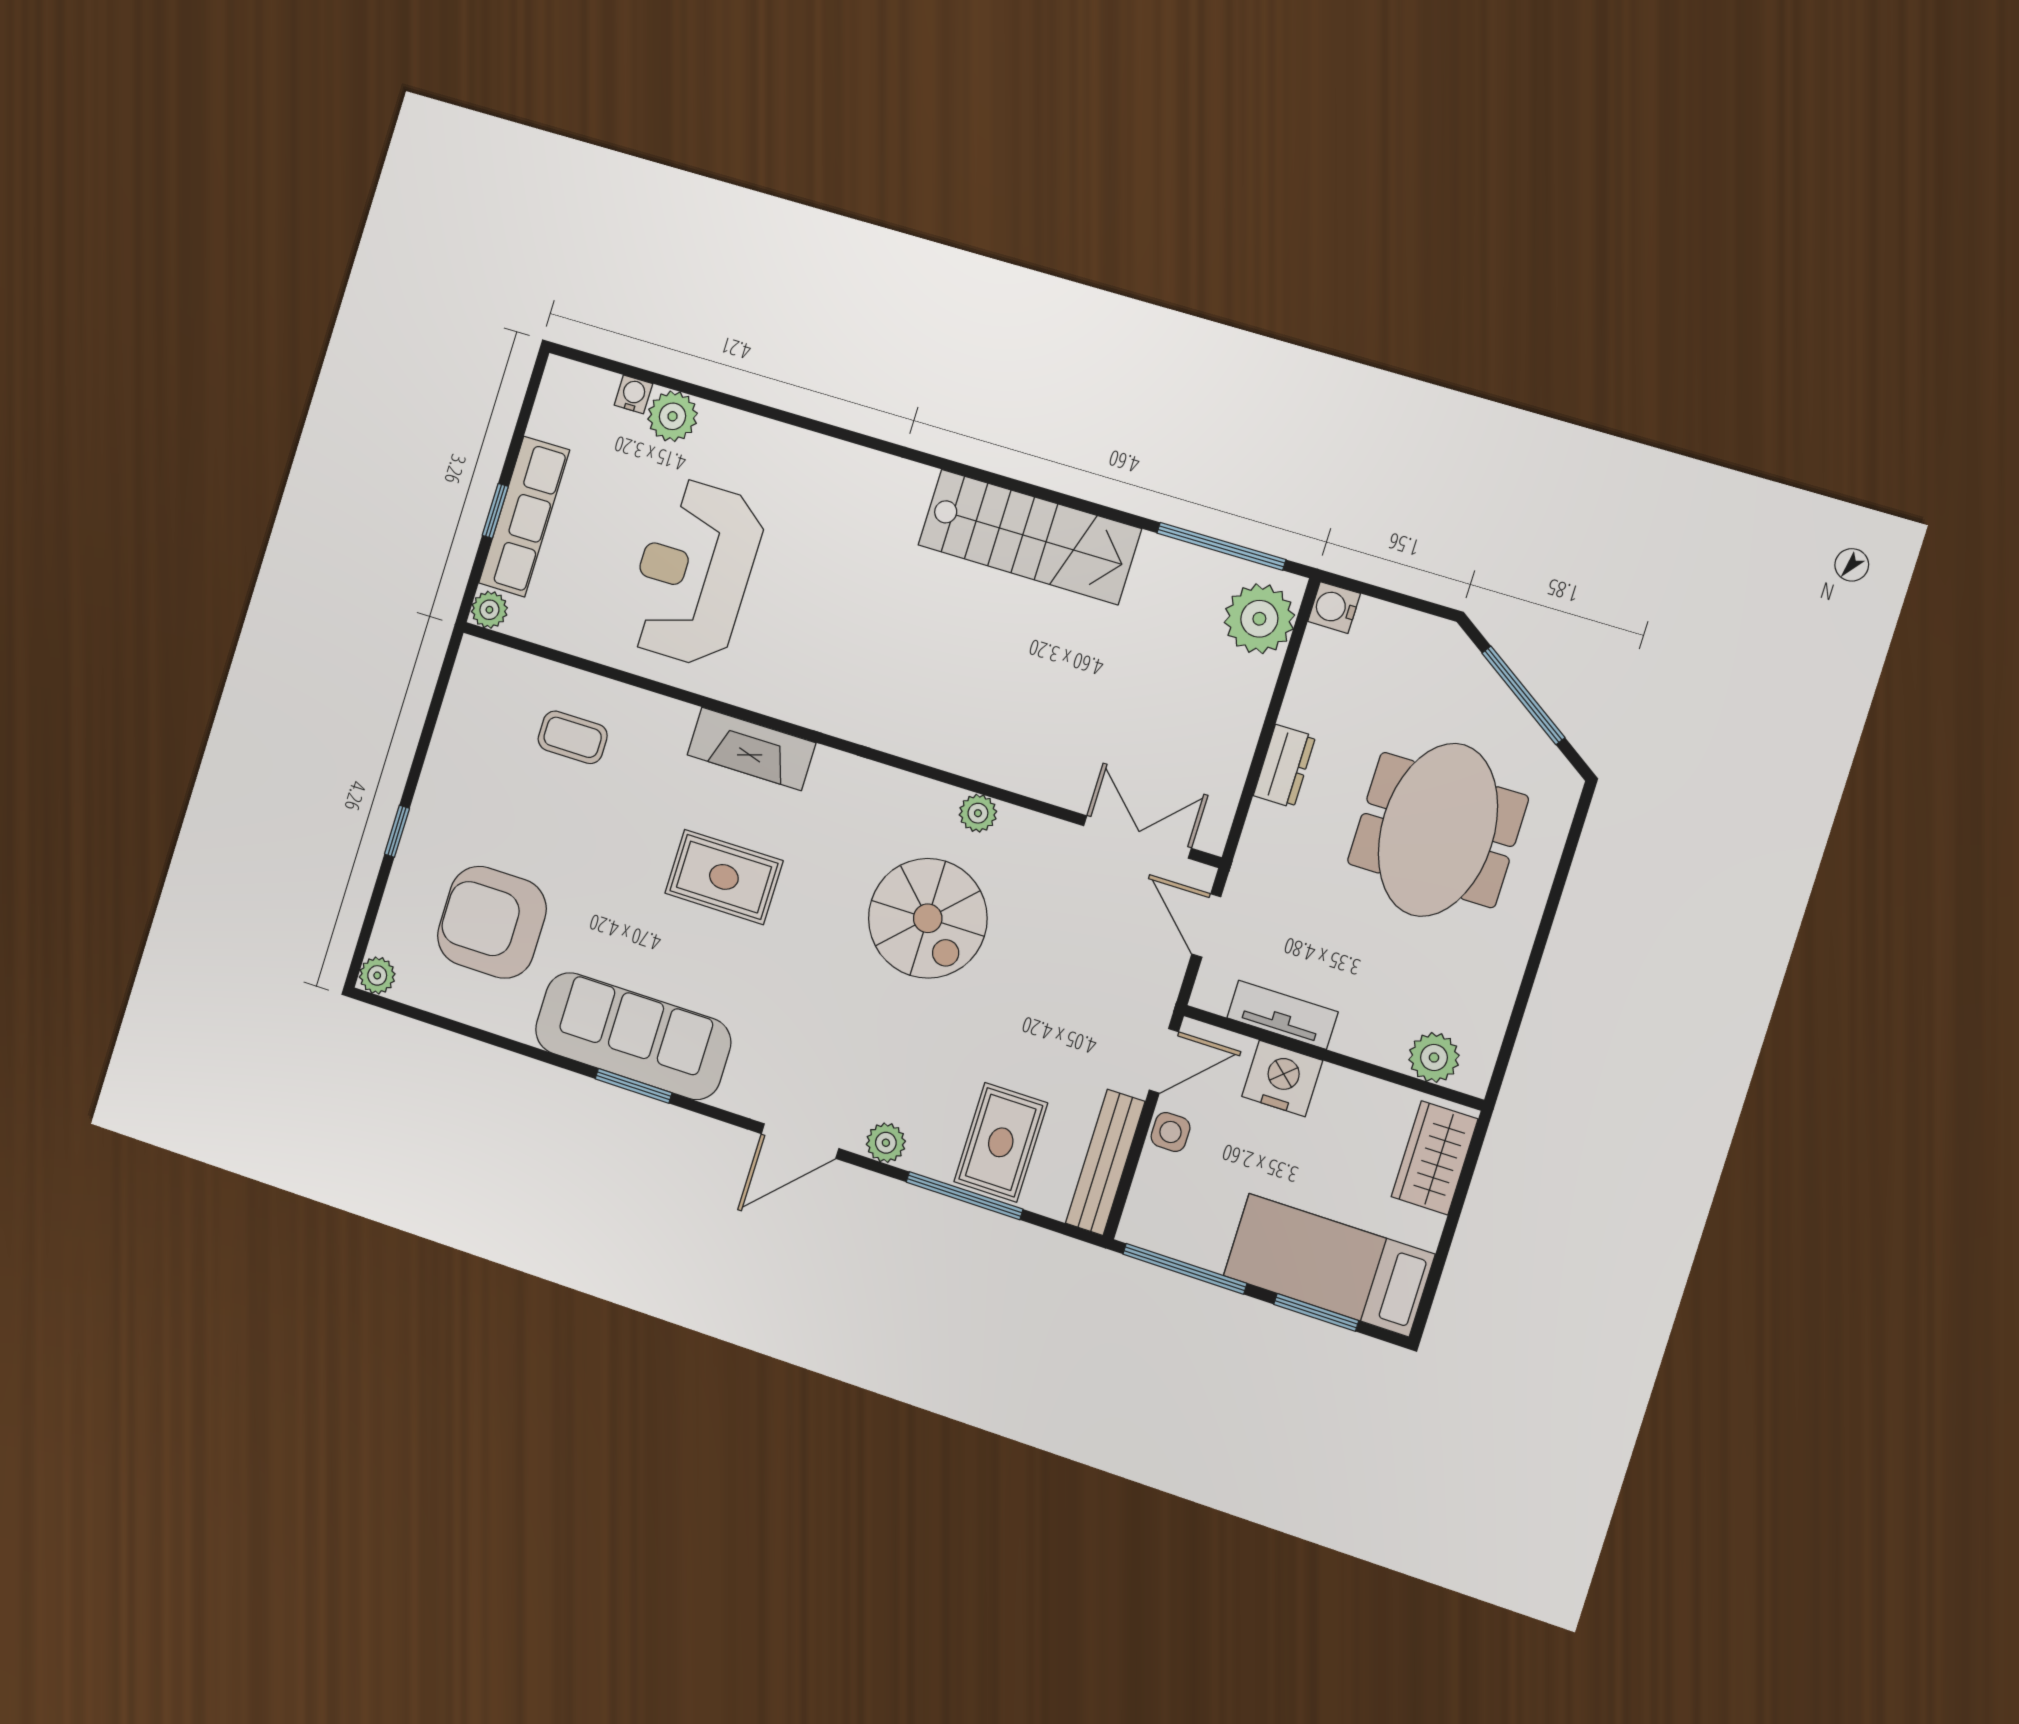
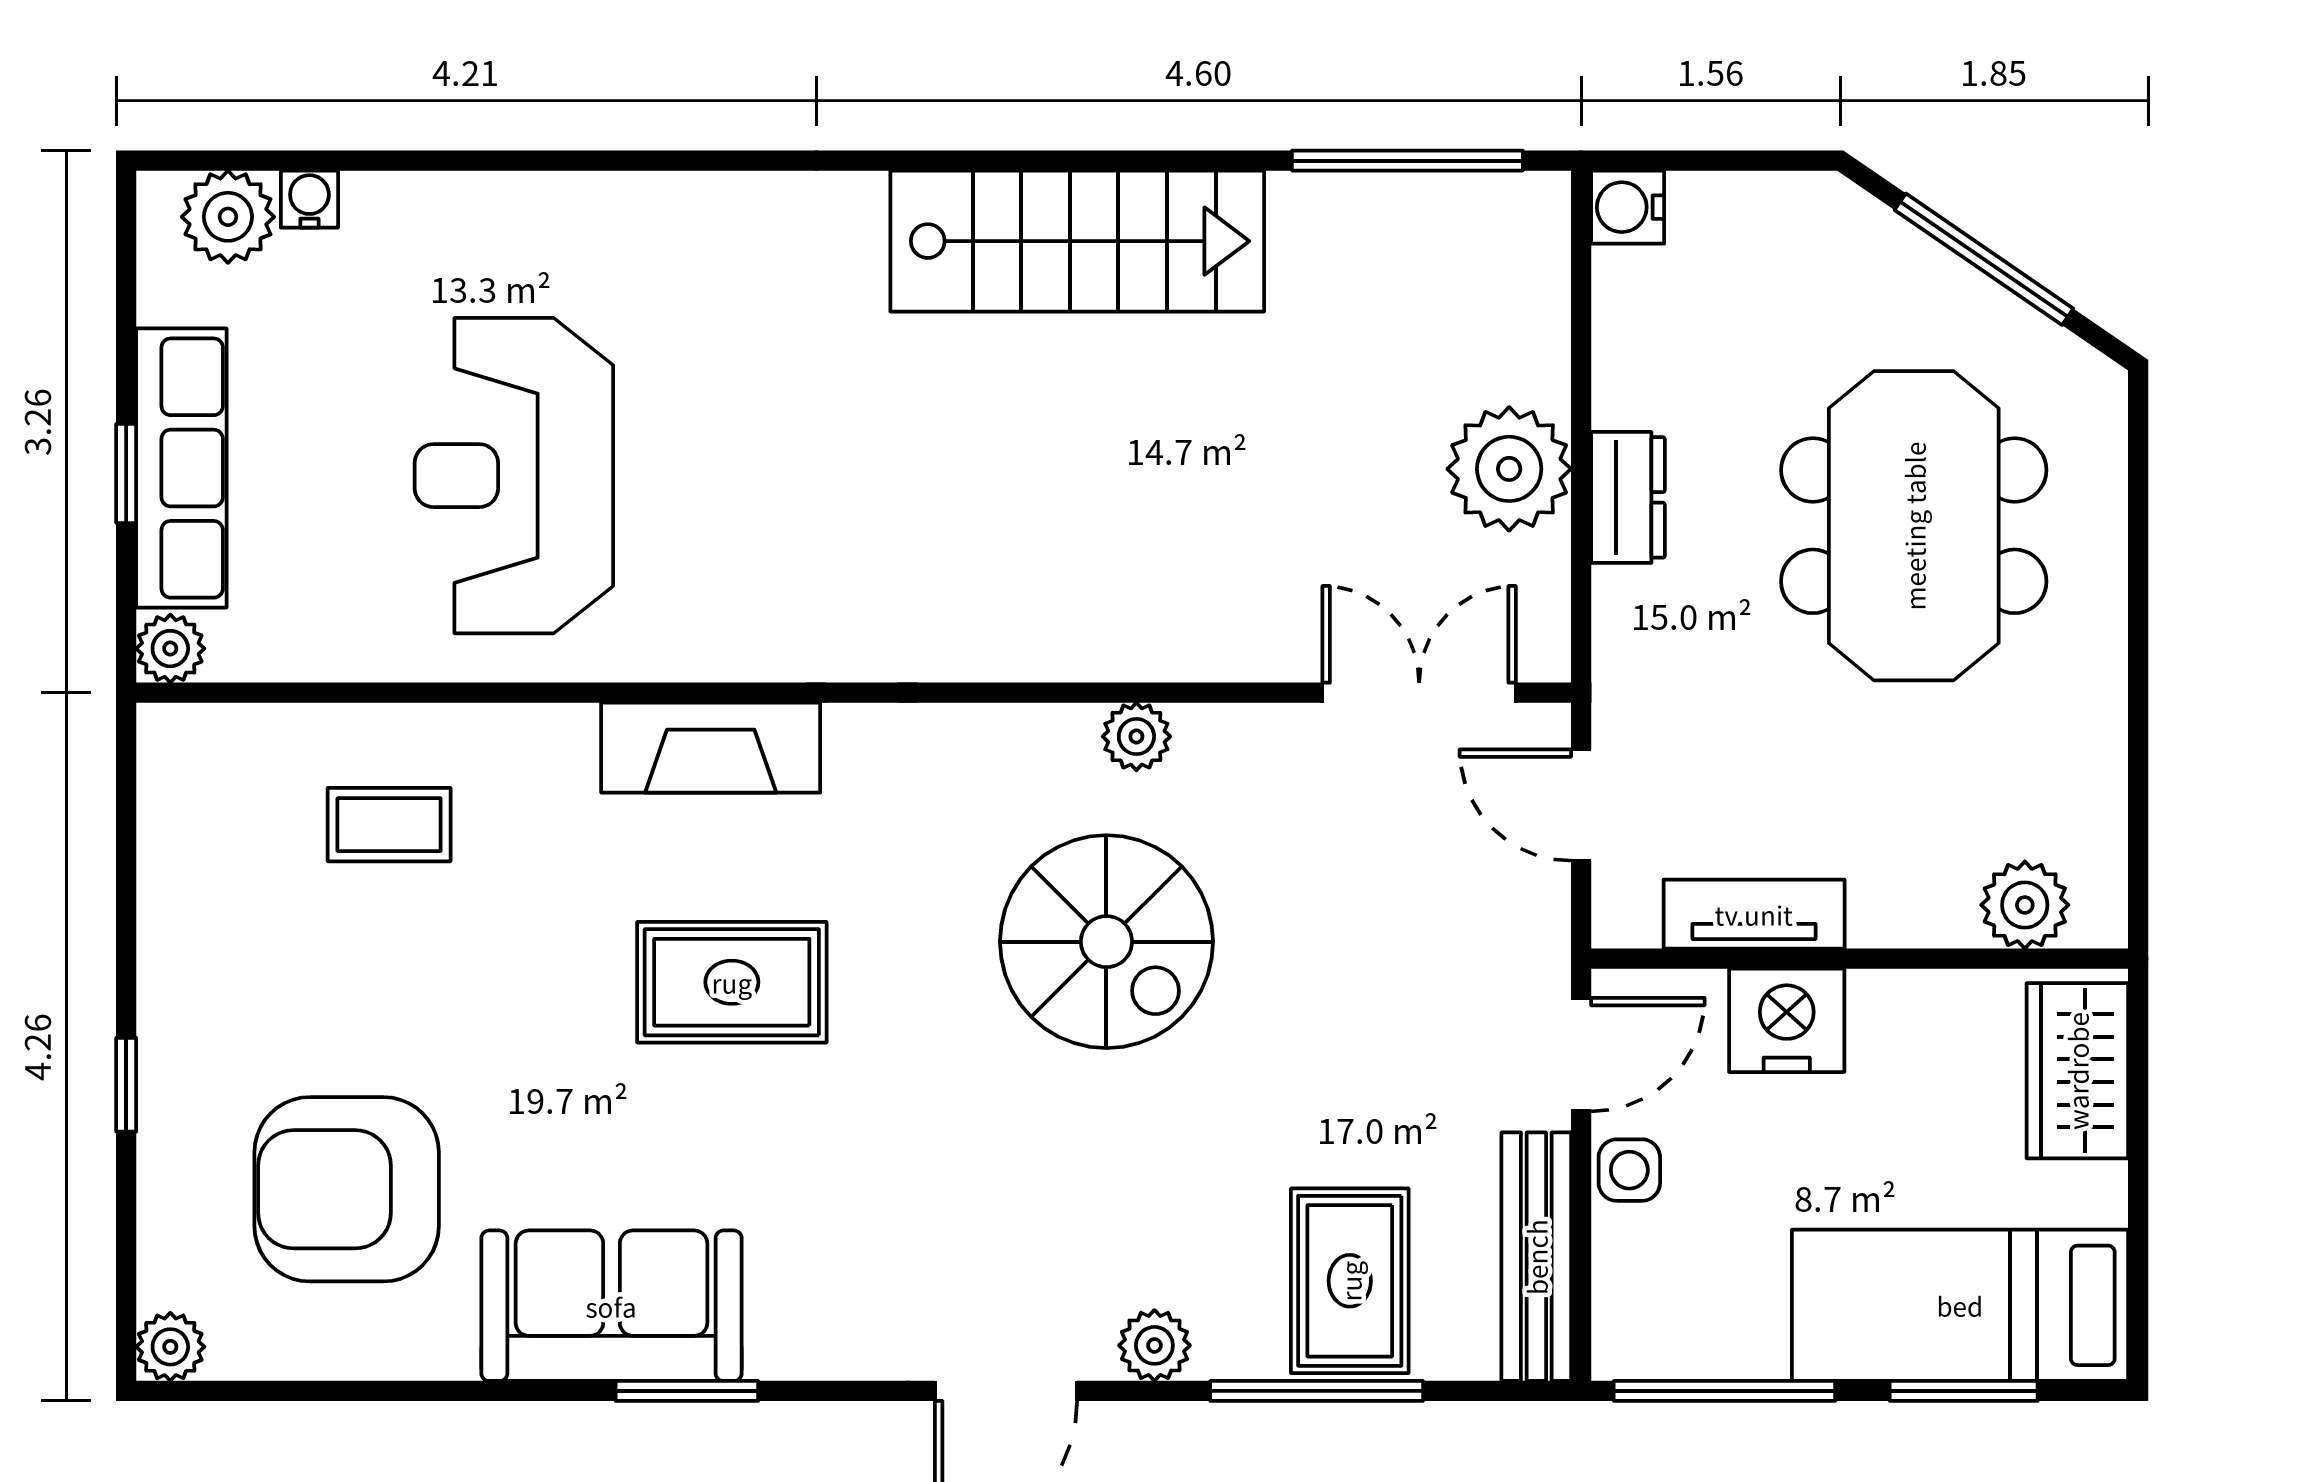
plant: (673, 416) -> (228, 217), moved
plant: (1259, 619) -> (1509, 469), moved
sofa: (633, 1036) -> (611, 1306), width x0.73

